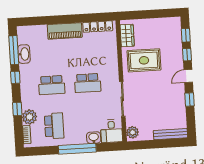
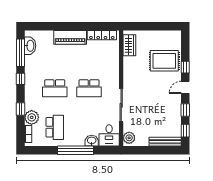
window: (186, 35) -> (185, 131), moved
washbasin: (24, 54) -> (30, 46), moved
rug: (144, 60) -> (164, 61), moved

